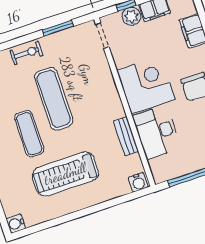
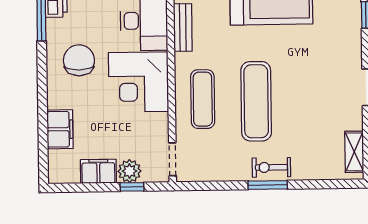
window: (58, 28) -> (268, 185), moved
exercise mat: (29, 134) -> (203, 99), moved

